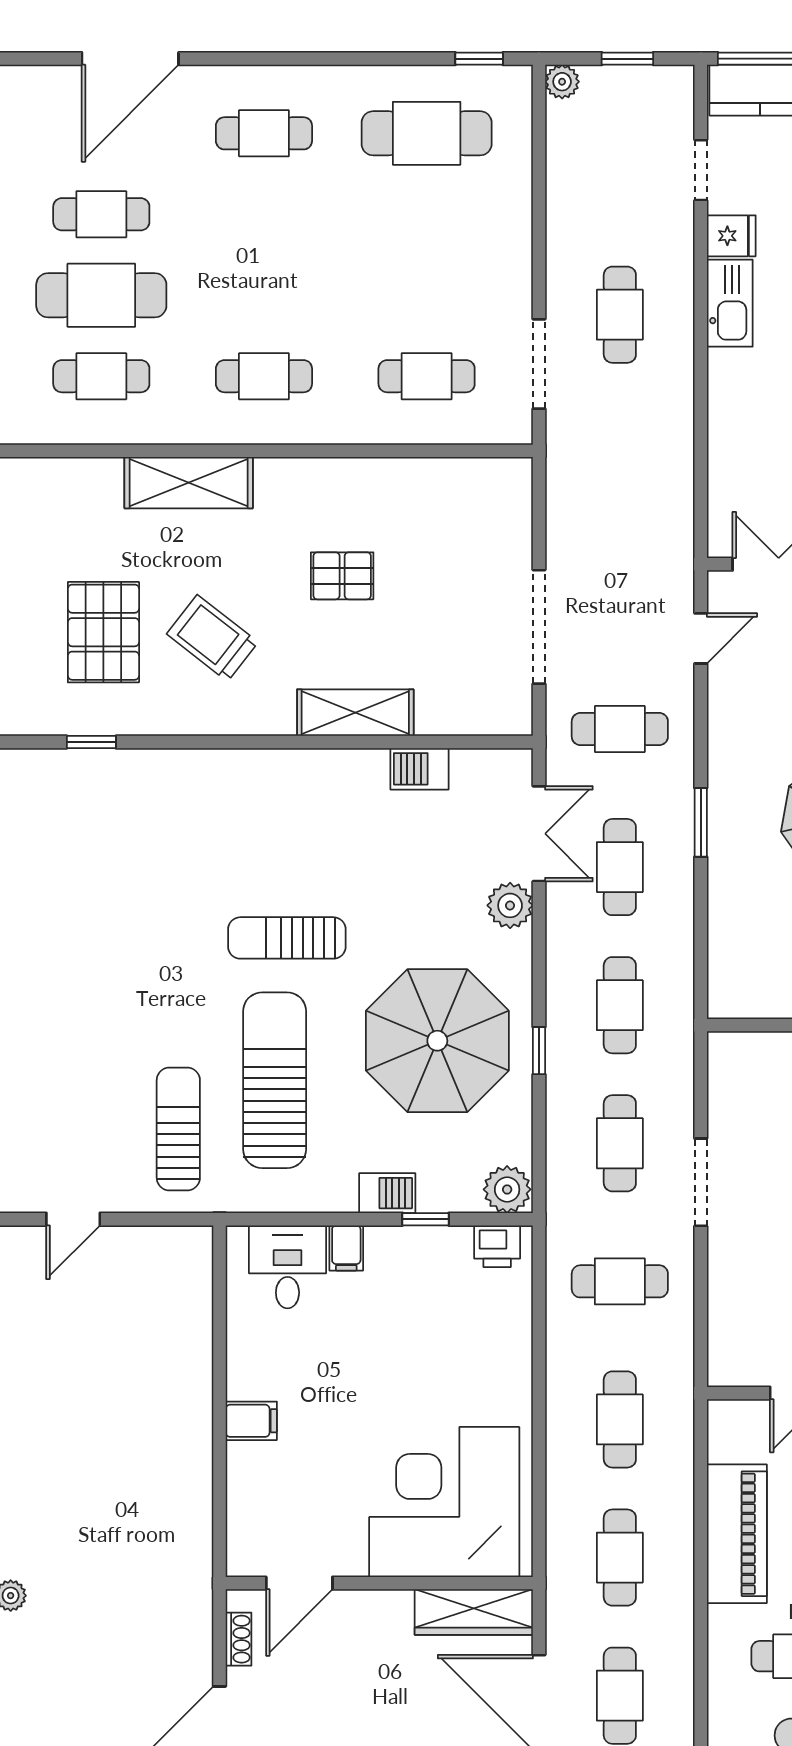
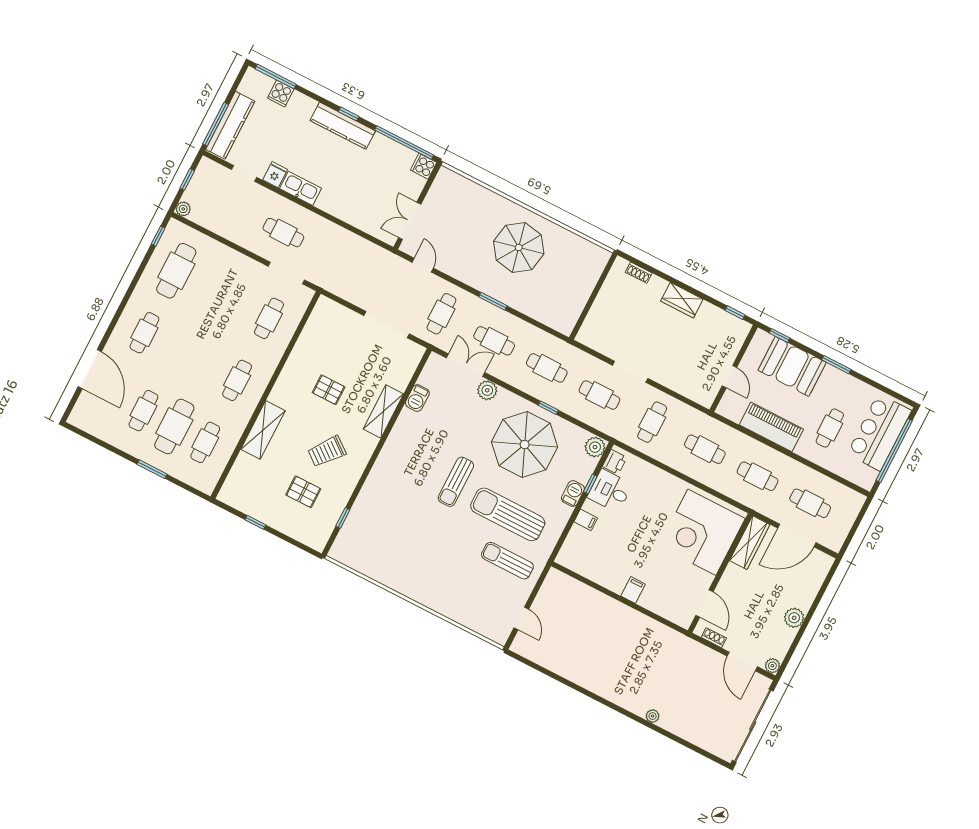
pallet: (342, 576) -> (329, 390), turned 90
pallet: (103, 632) -> (303, 492), width x0.67, depth x0.71
desk: (287, 1267) -> (610, 491), moved

